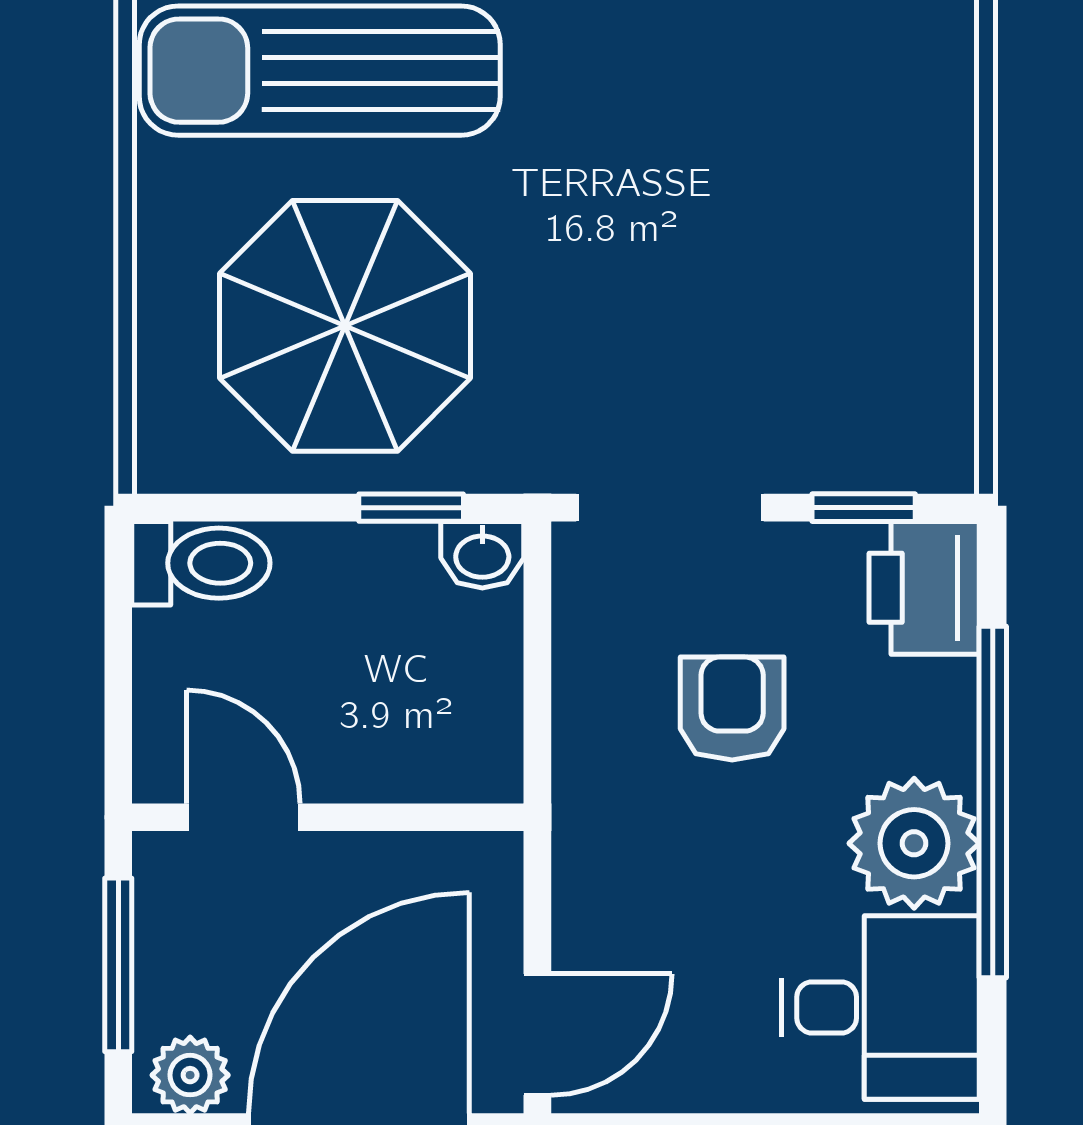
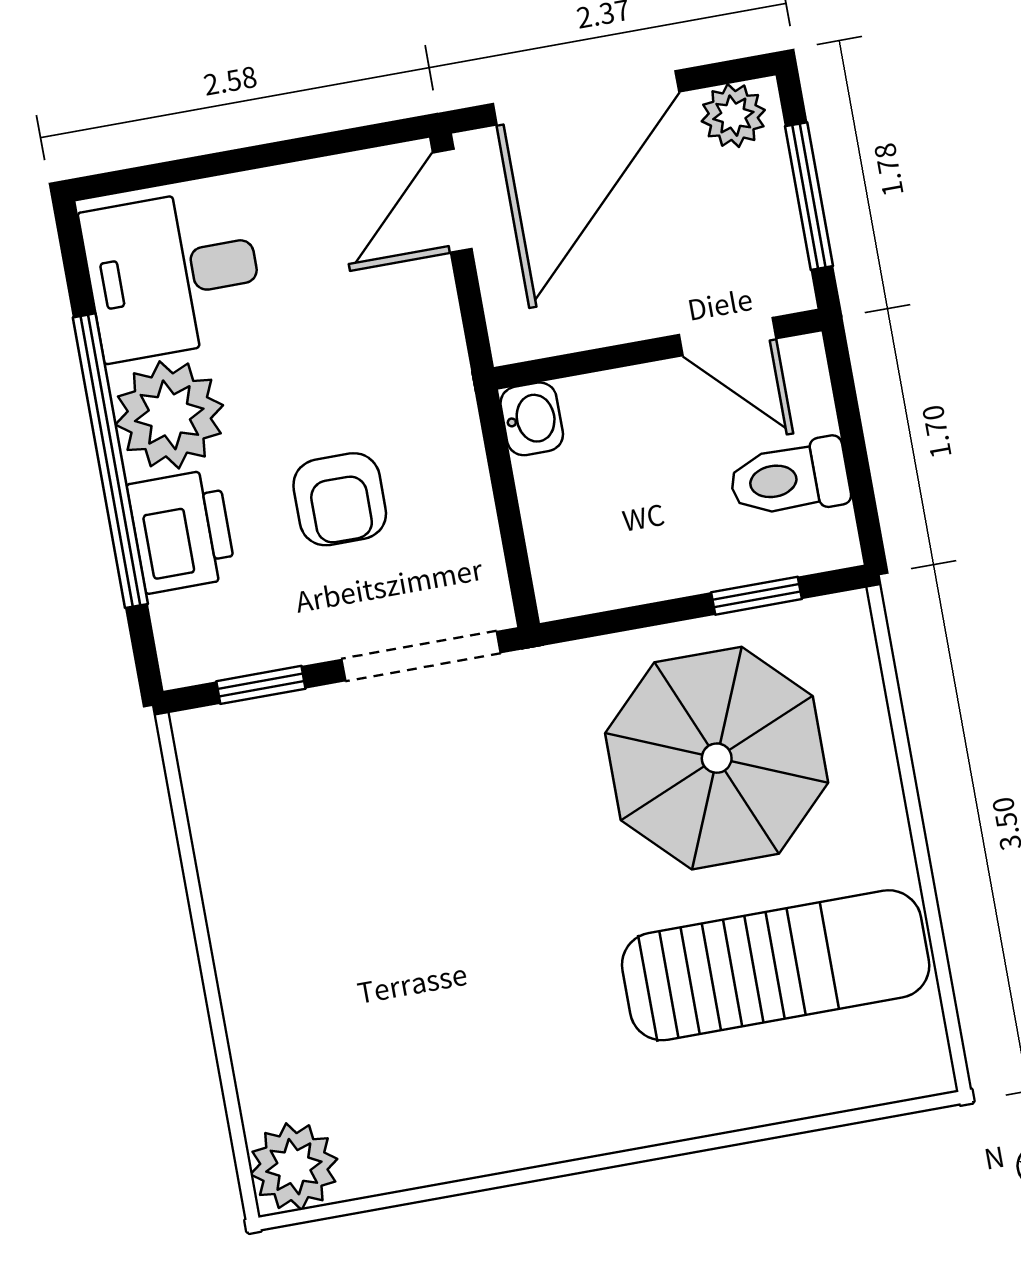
window: (411, 508) -> (756, 596), moved
washbasin: (482, 555) -> (532, 419), moved, turned 90
toilet: (201, 563) -> (789, 478), moved
printer: (924, 588) -> (182, 531), moved

